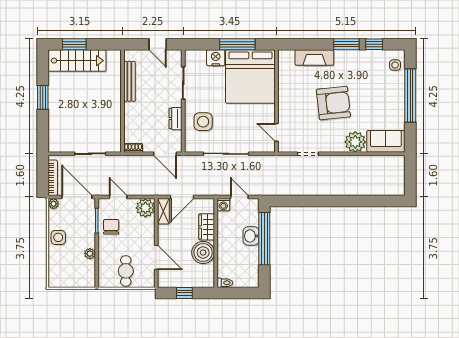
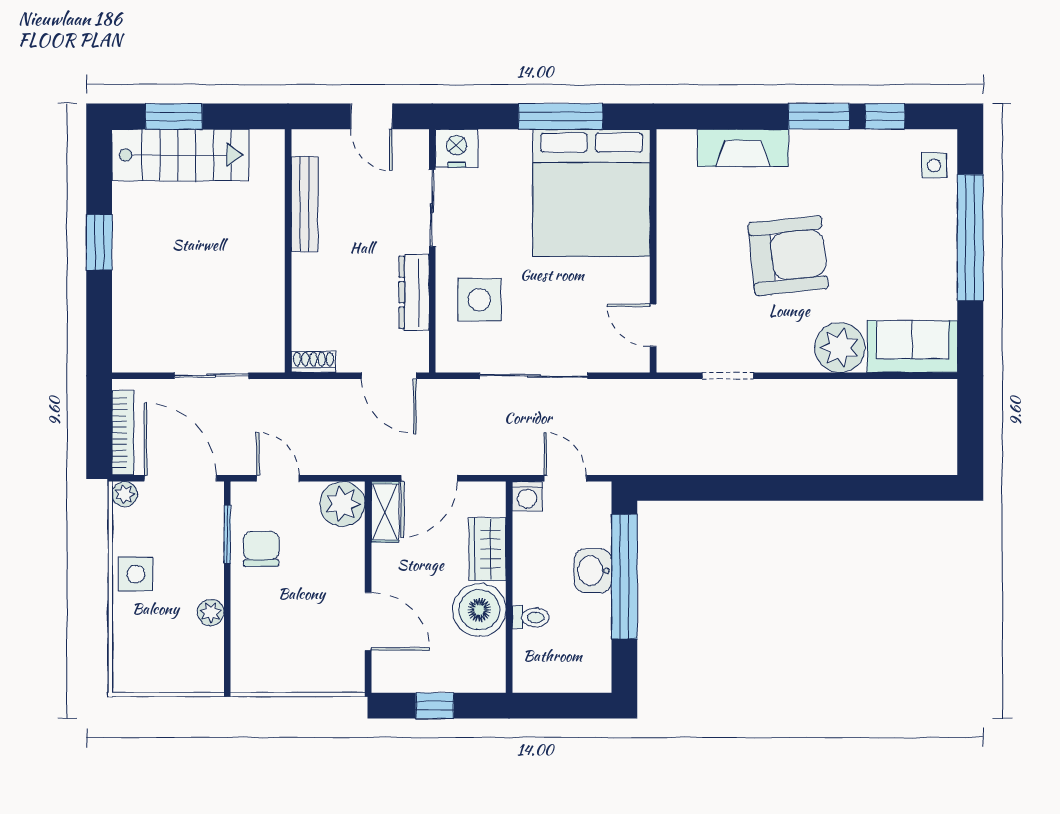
nightstand: (216, 58) -> (457, 148), moved
dresser: (176, 119) -> (414, 292), width x1.44
cafe table: (126, 271) -> (296, 654), removed
toilet: (225, 283) -> (531, 617), moved

